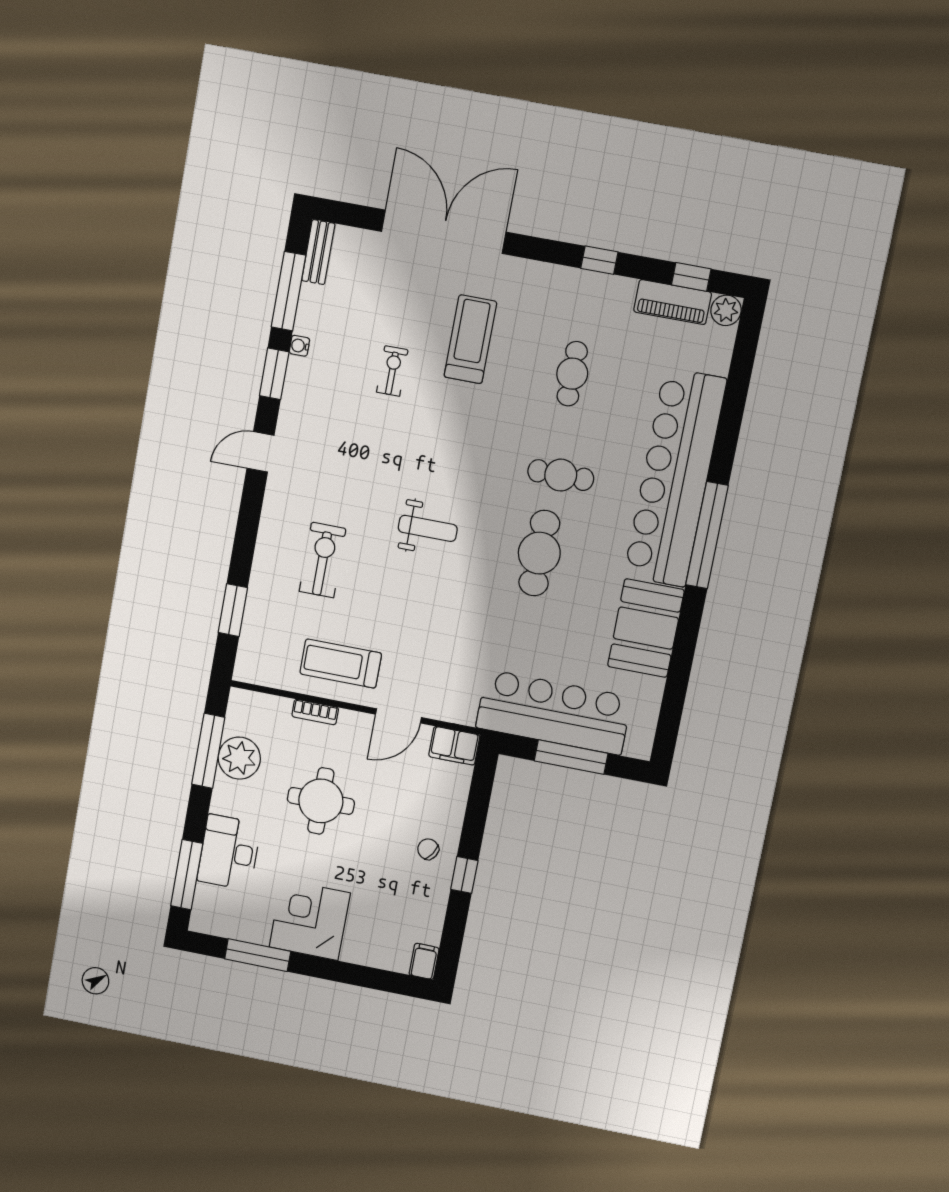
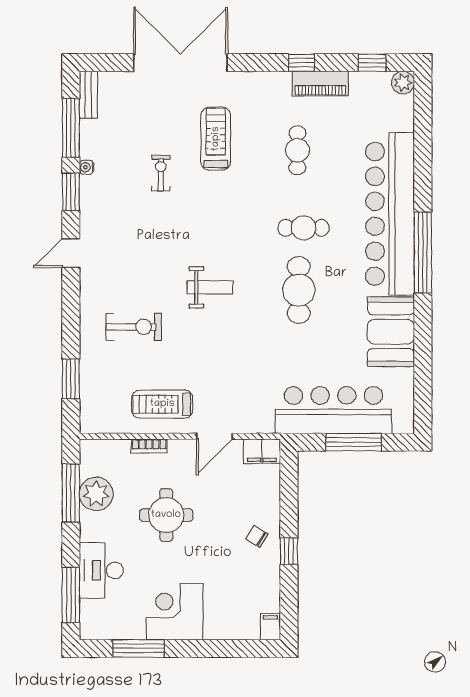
piano: (673, 302) -> (320, 84), moved
exercise bike: (323, 560) -> (134, 327), turned 90

